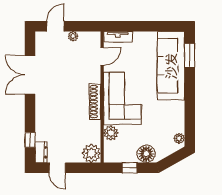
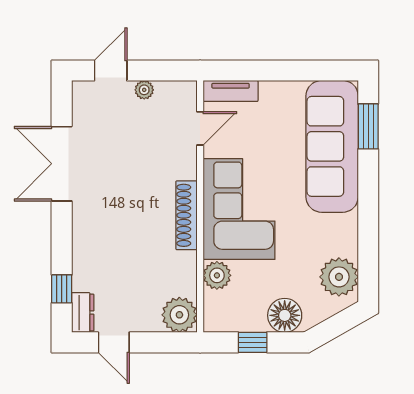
plant: (179, 138) -> (339, 277), width x1.88, depth x1.88

